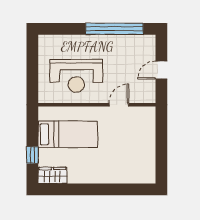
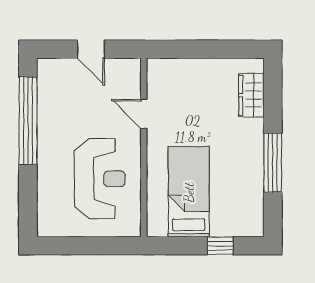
wardrobe: (52, 175) -> (251, 95), moved
window: (87, 189) -> (273, 163), added

